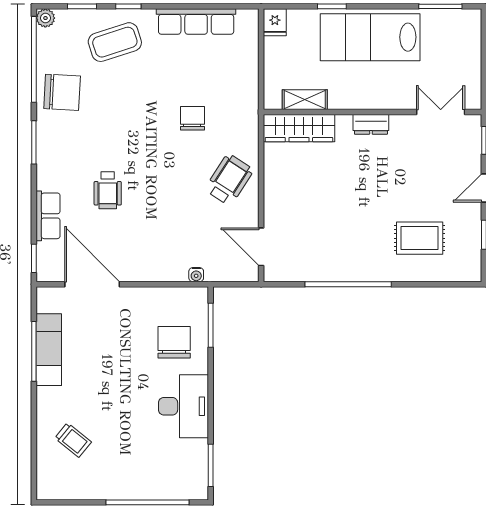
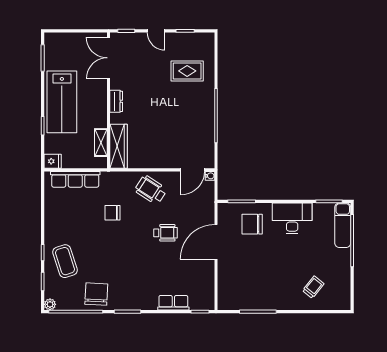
row of seats: (196, 22) -> (75, 179), moved, turned 90
double door: (441, 112) -> (109, 58), width x1.37
wheelchair: (108, 190) -> (166, 233), moved
rug: (420, 238) -> (187, 71), turned 90
water cooler: (196, 275) -> (210, 176), moved
door: (92, 284) -> (216, 242), moved
exam couch: (49, 350) -> (343, 225), moved, turned -90

